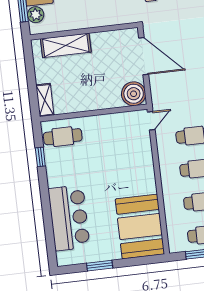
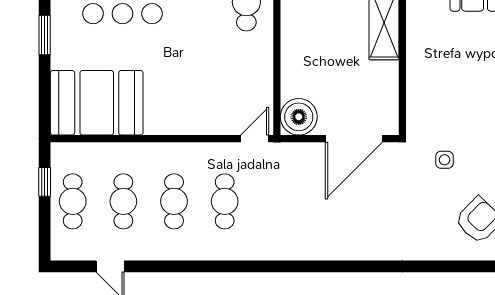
door: (151, 121) -> (255, 139), swing flipped

